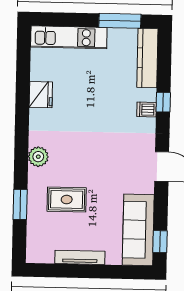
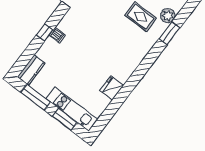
window: (68, 20) -> (65, 119), added
kitchen counter: (147, 58) -> (31, 70), width x0.67
plant: (38, 157) -> (168, 16), moved

